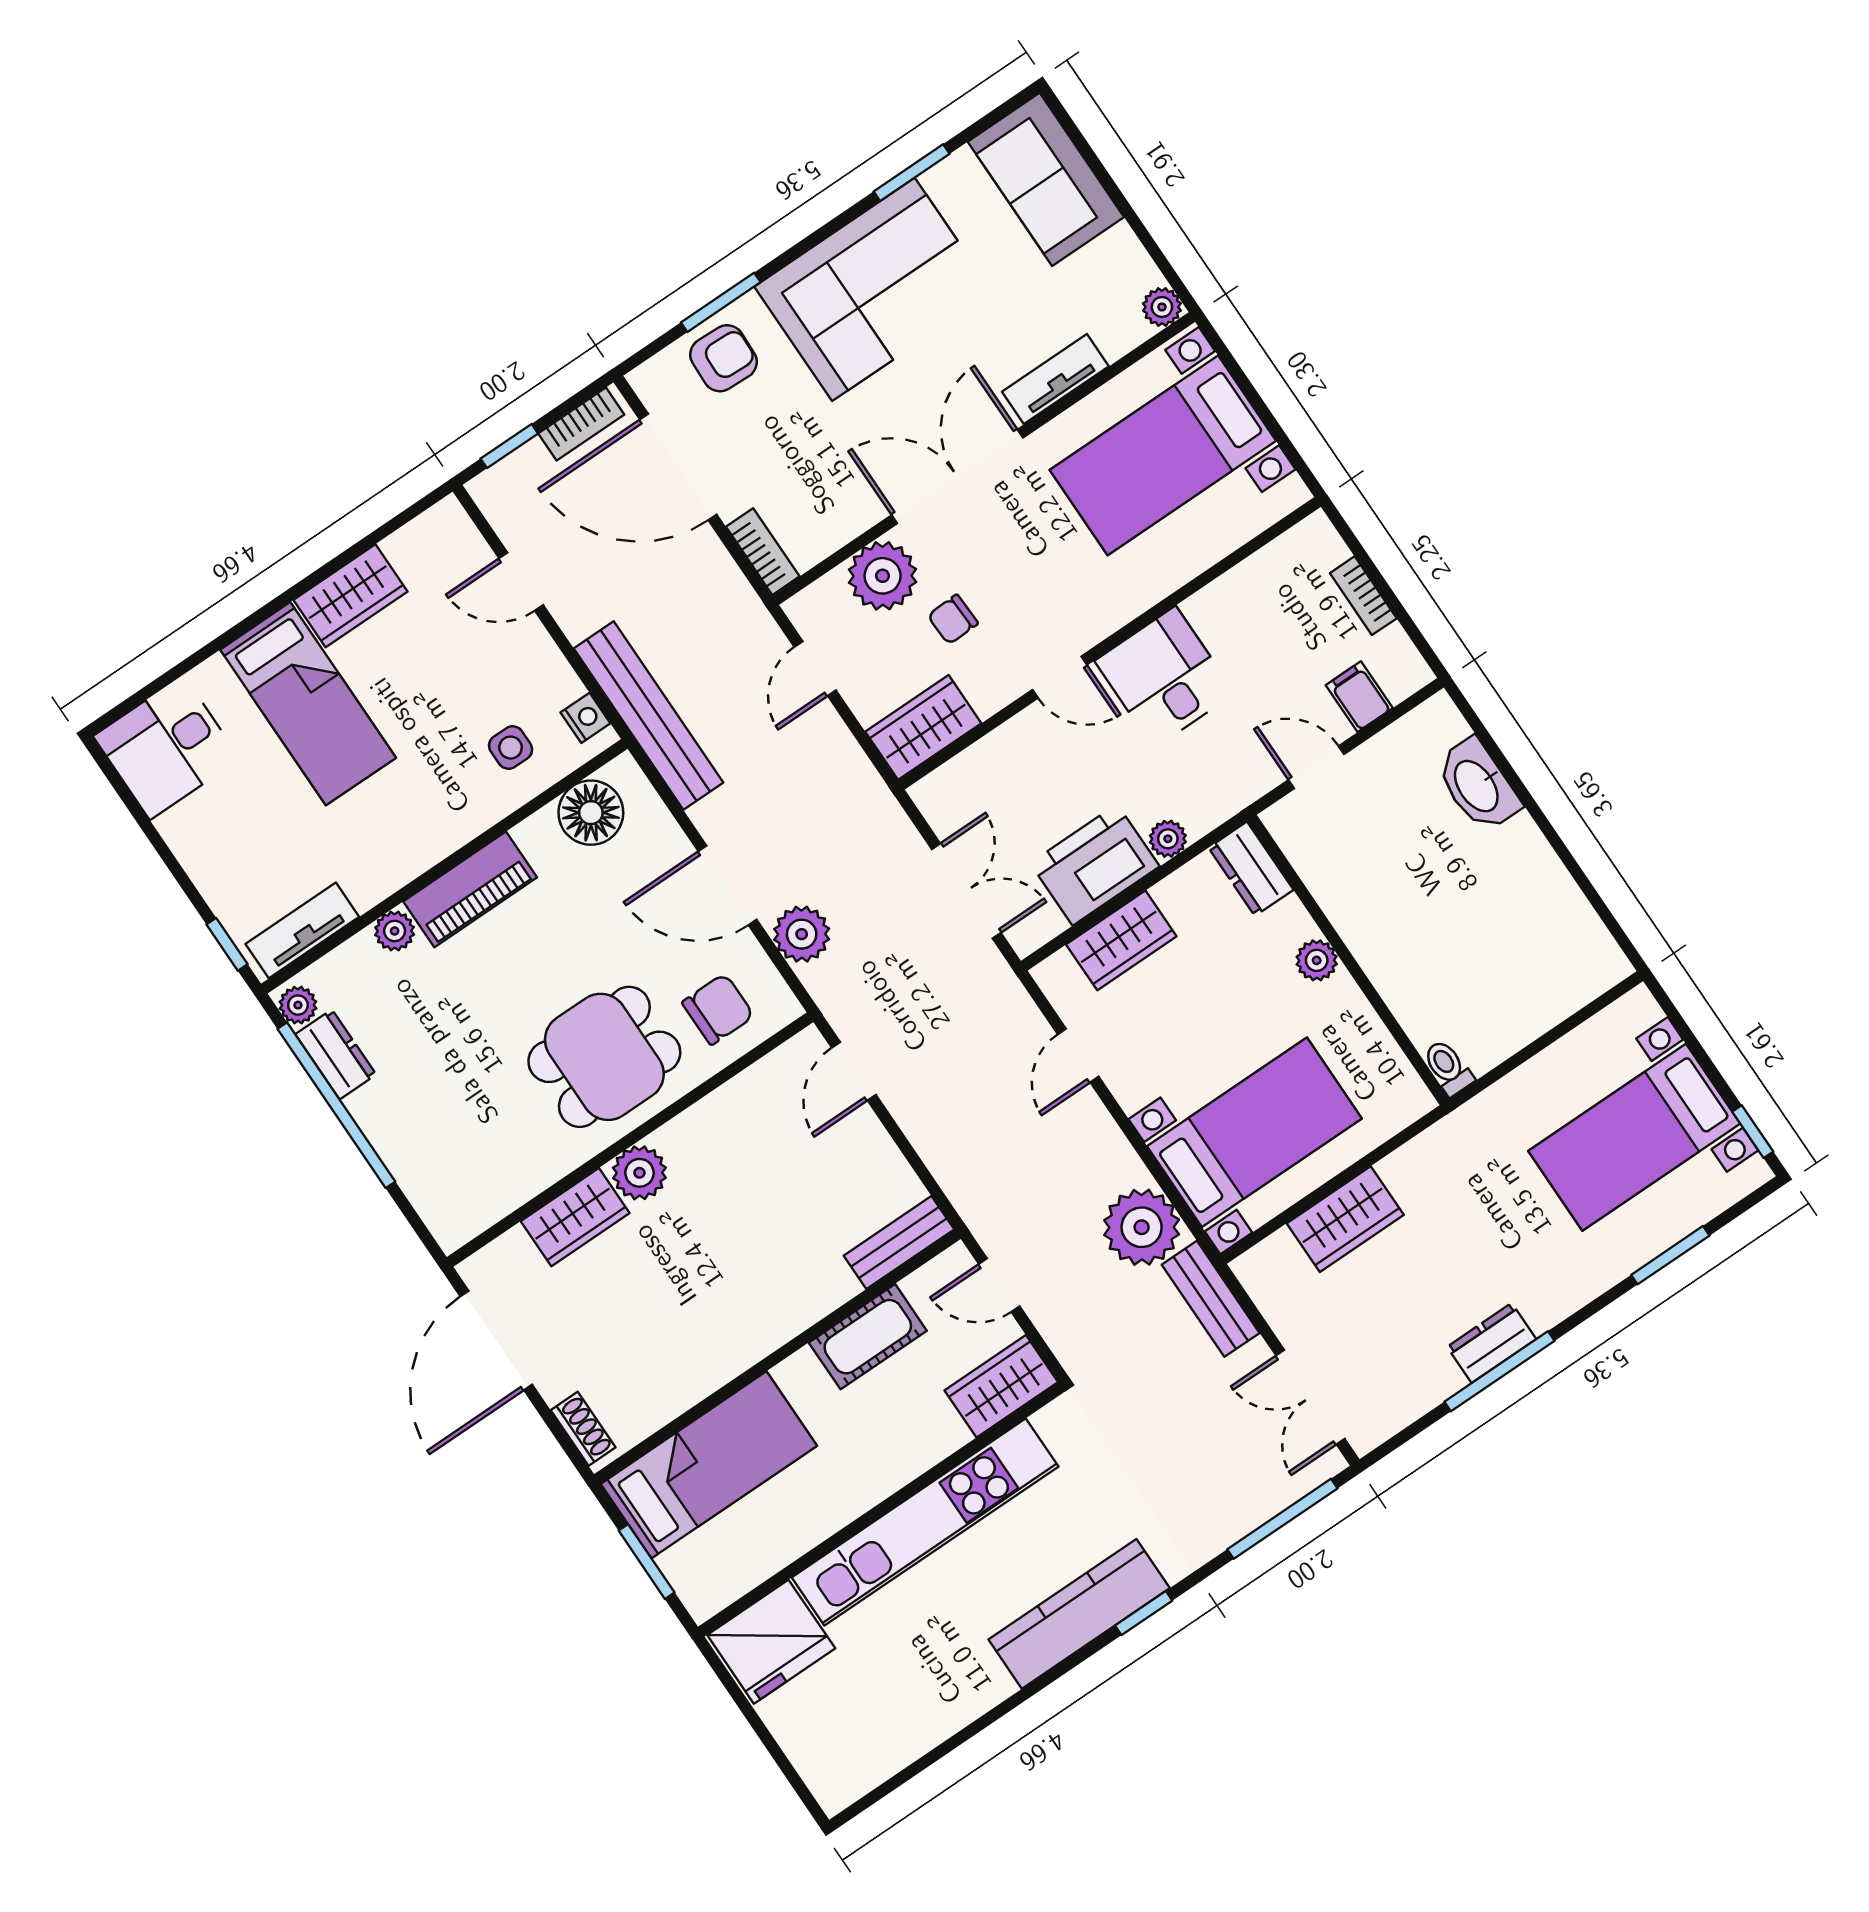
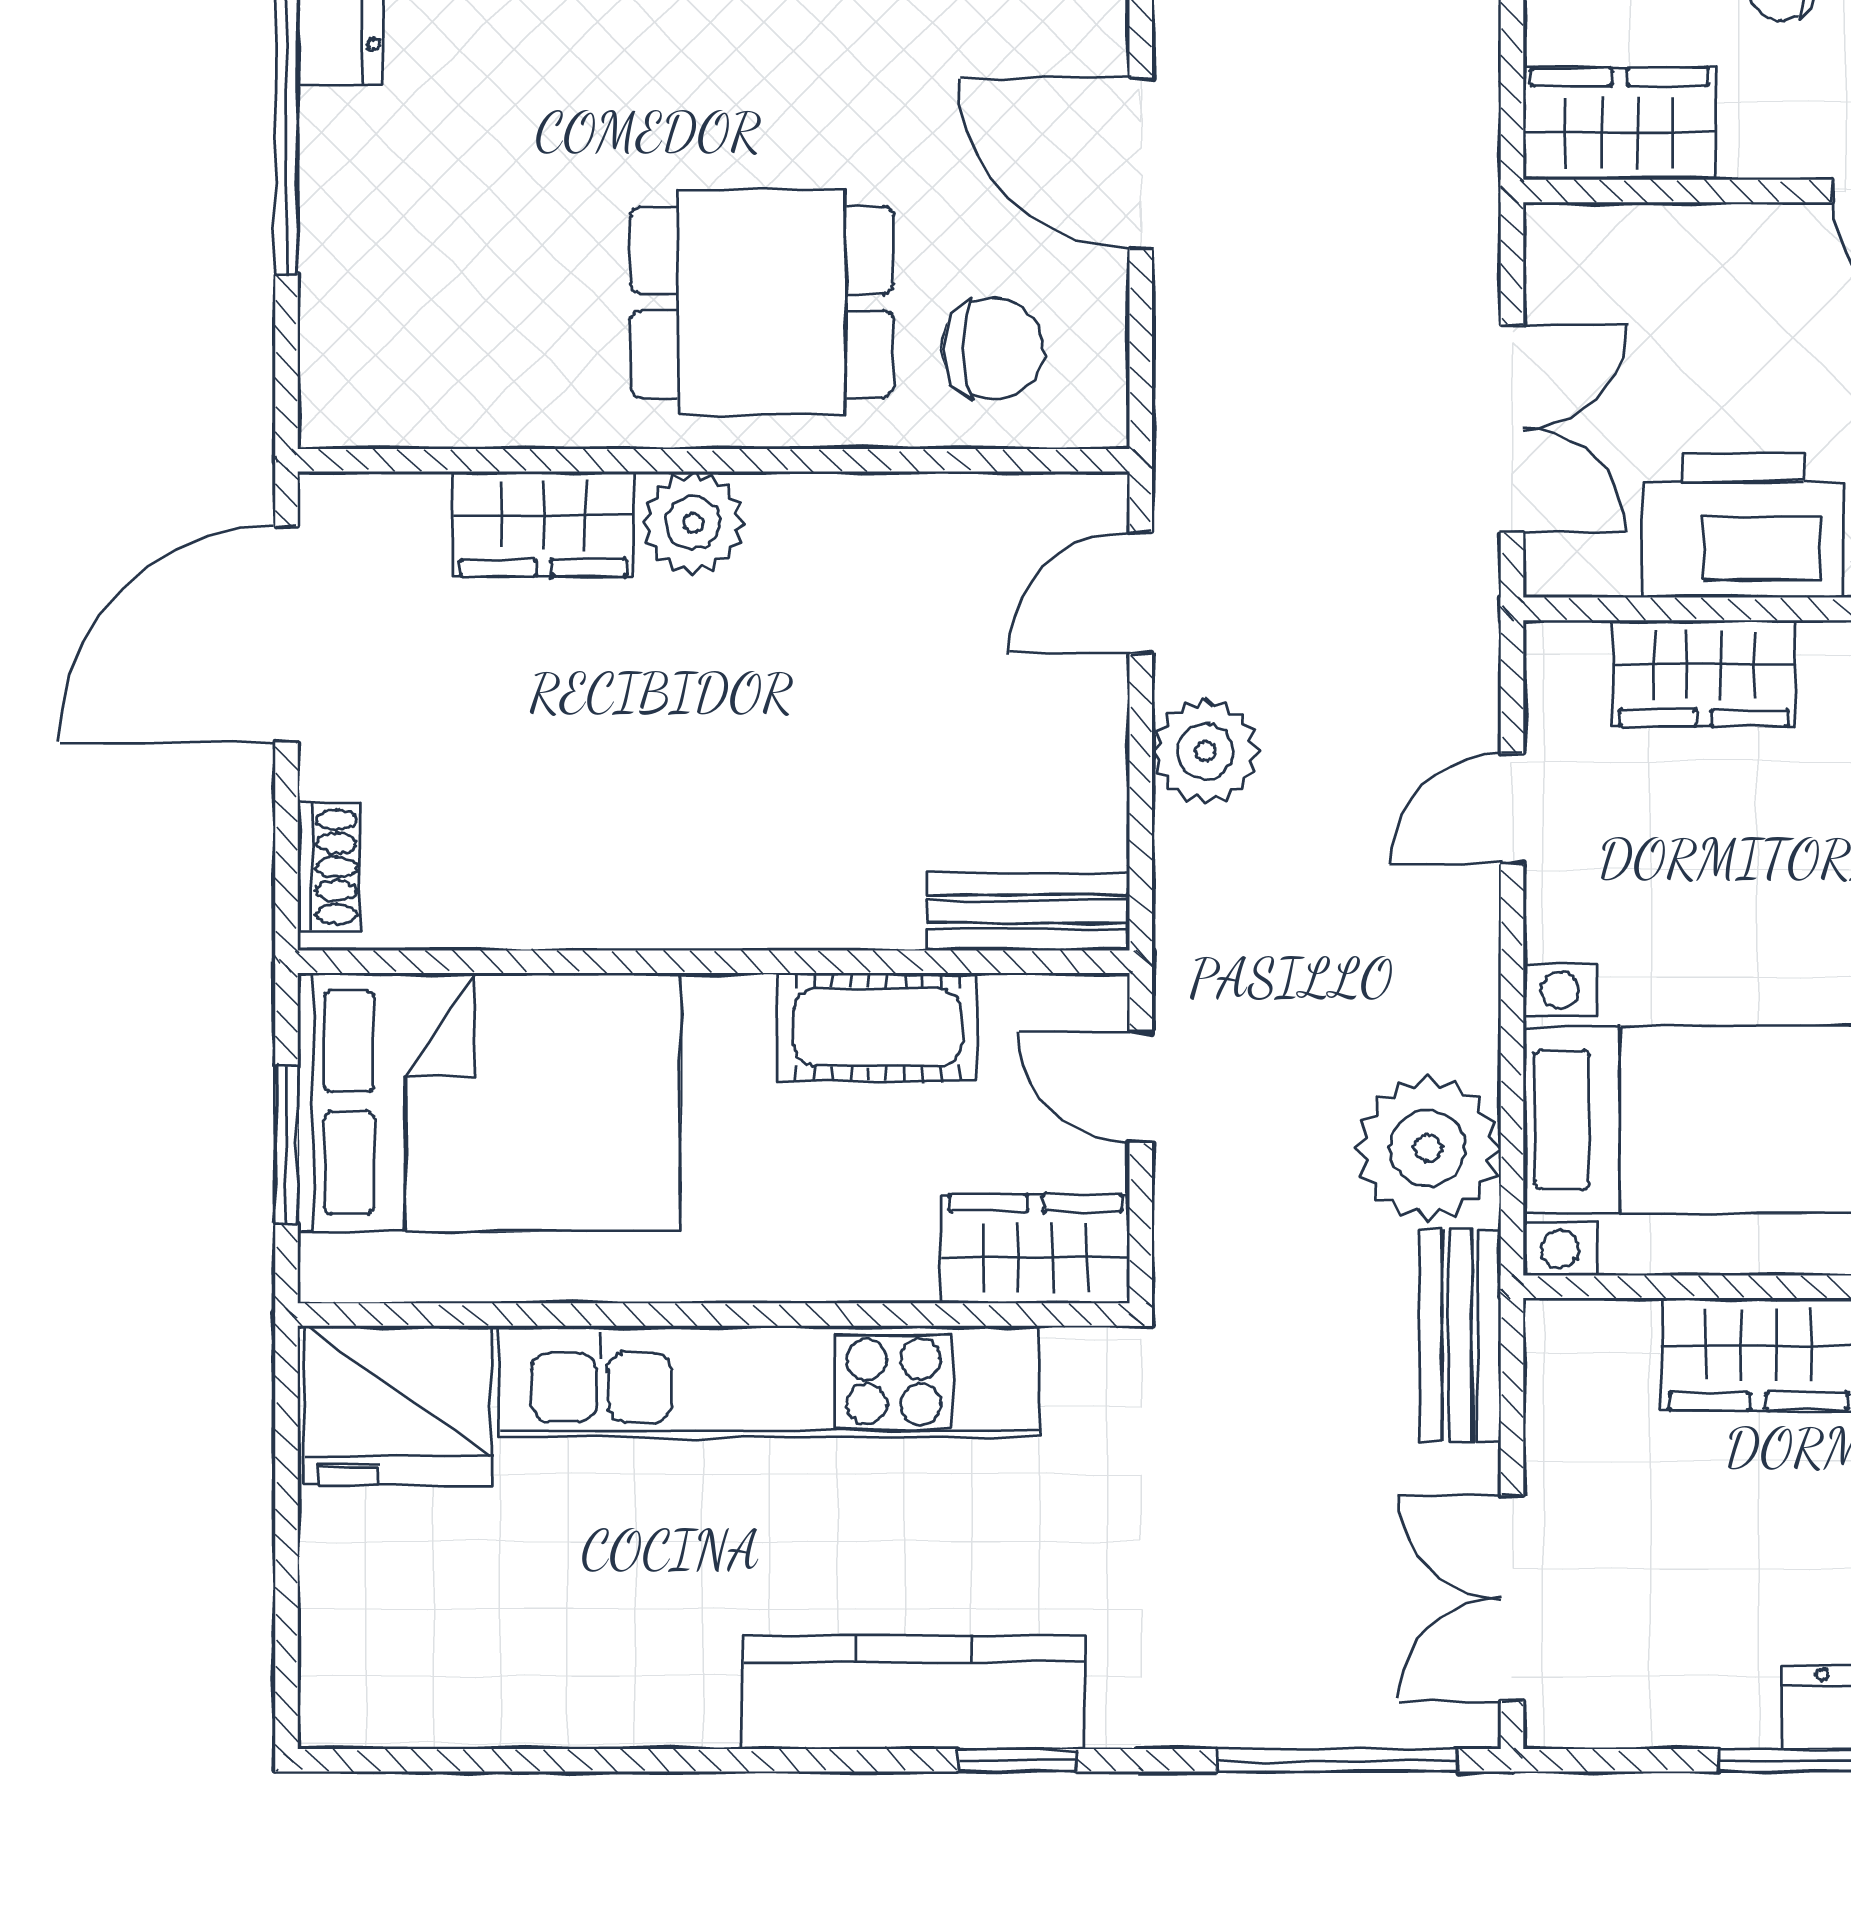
plant: (802, 934) -> (1205, 751), moved
bed: (709, 1465) -> (489, 1102), width x1.50

